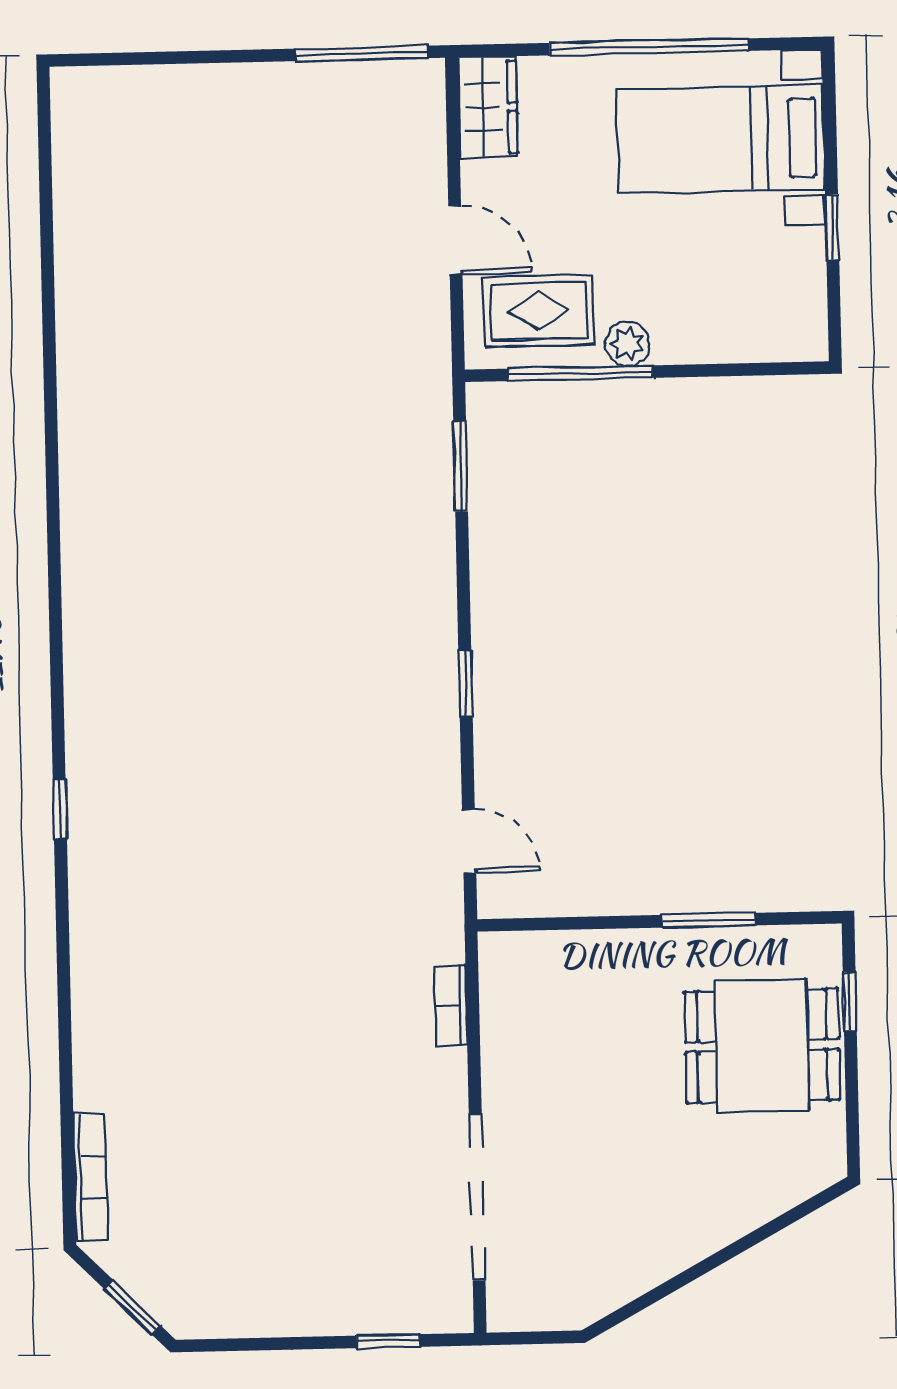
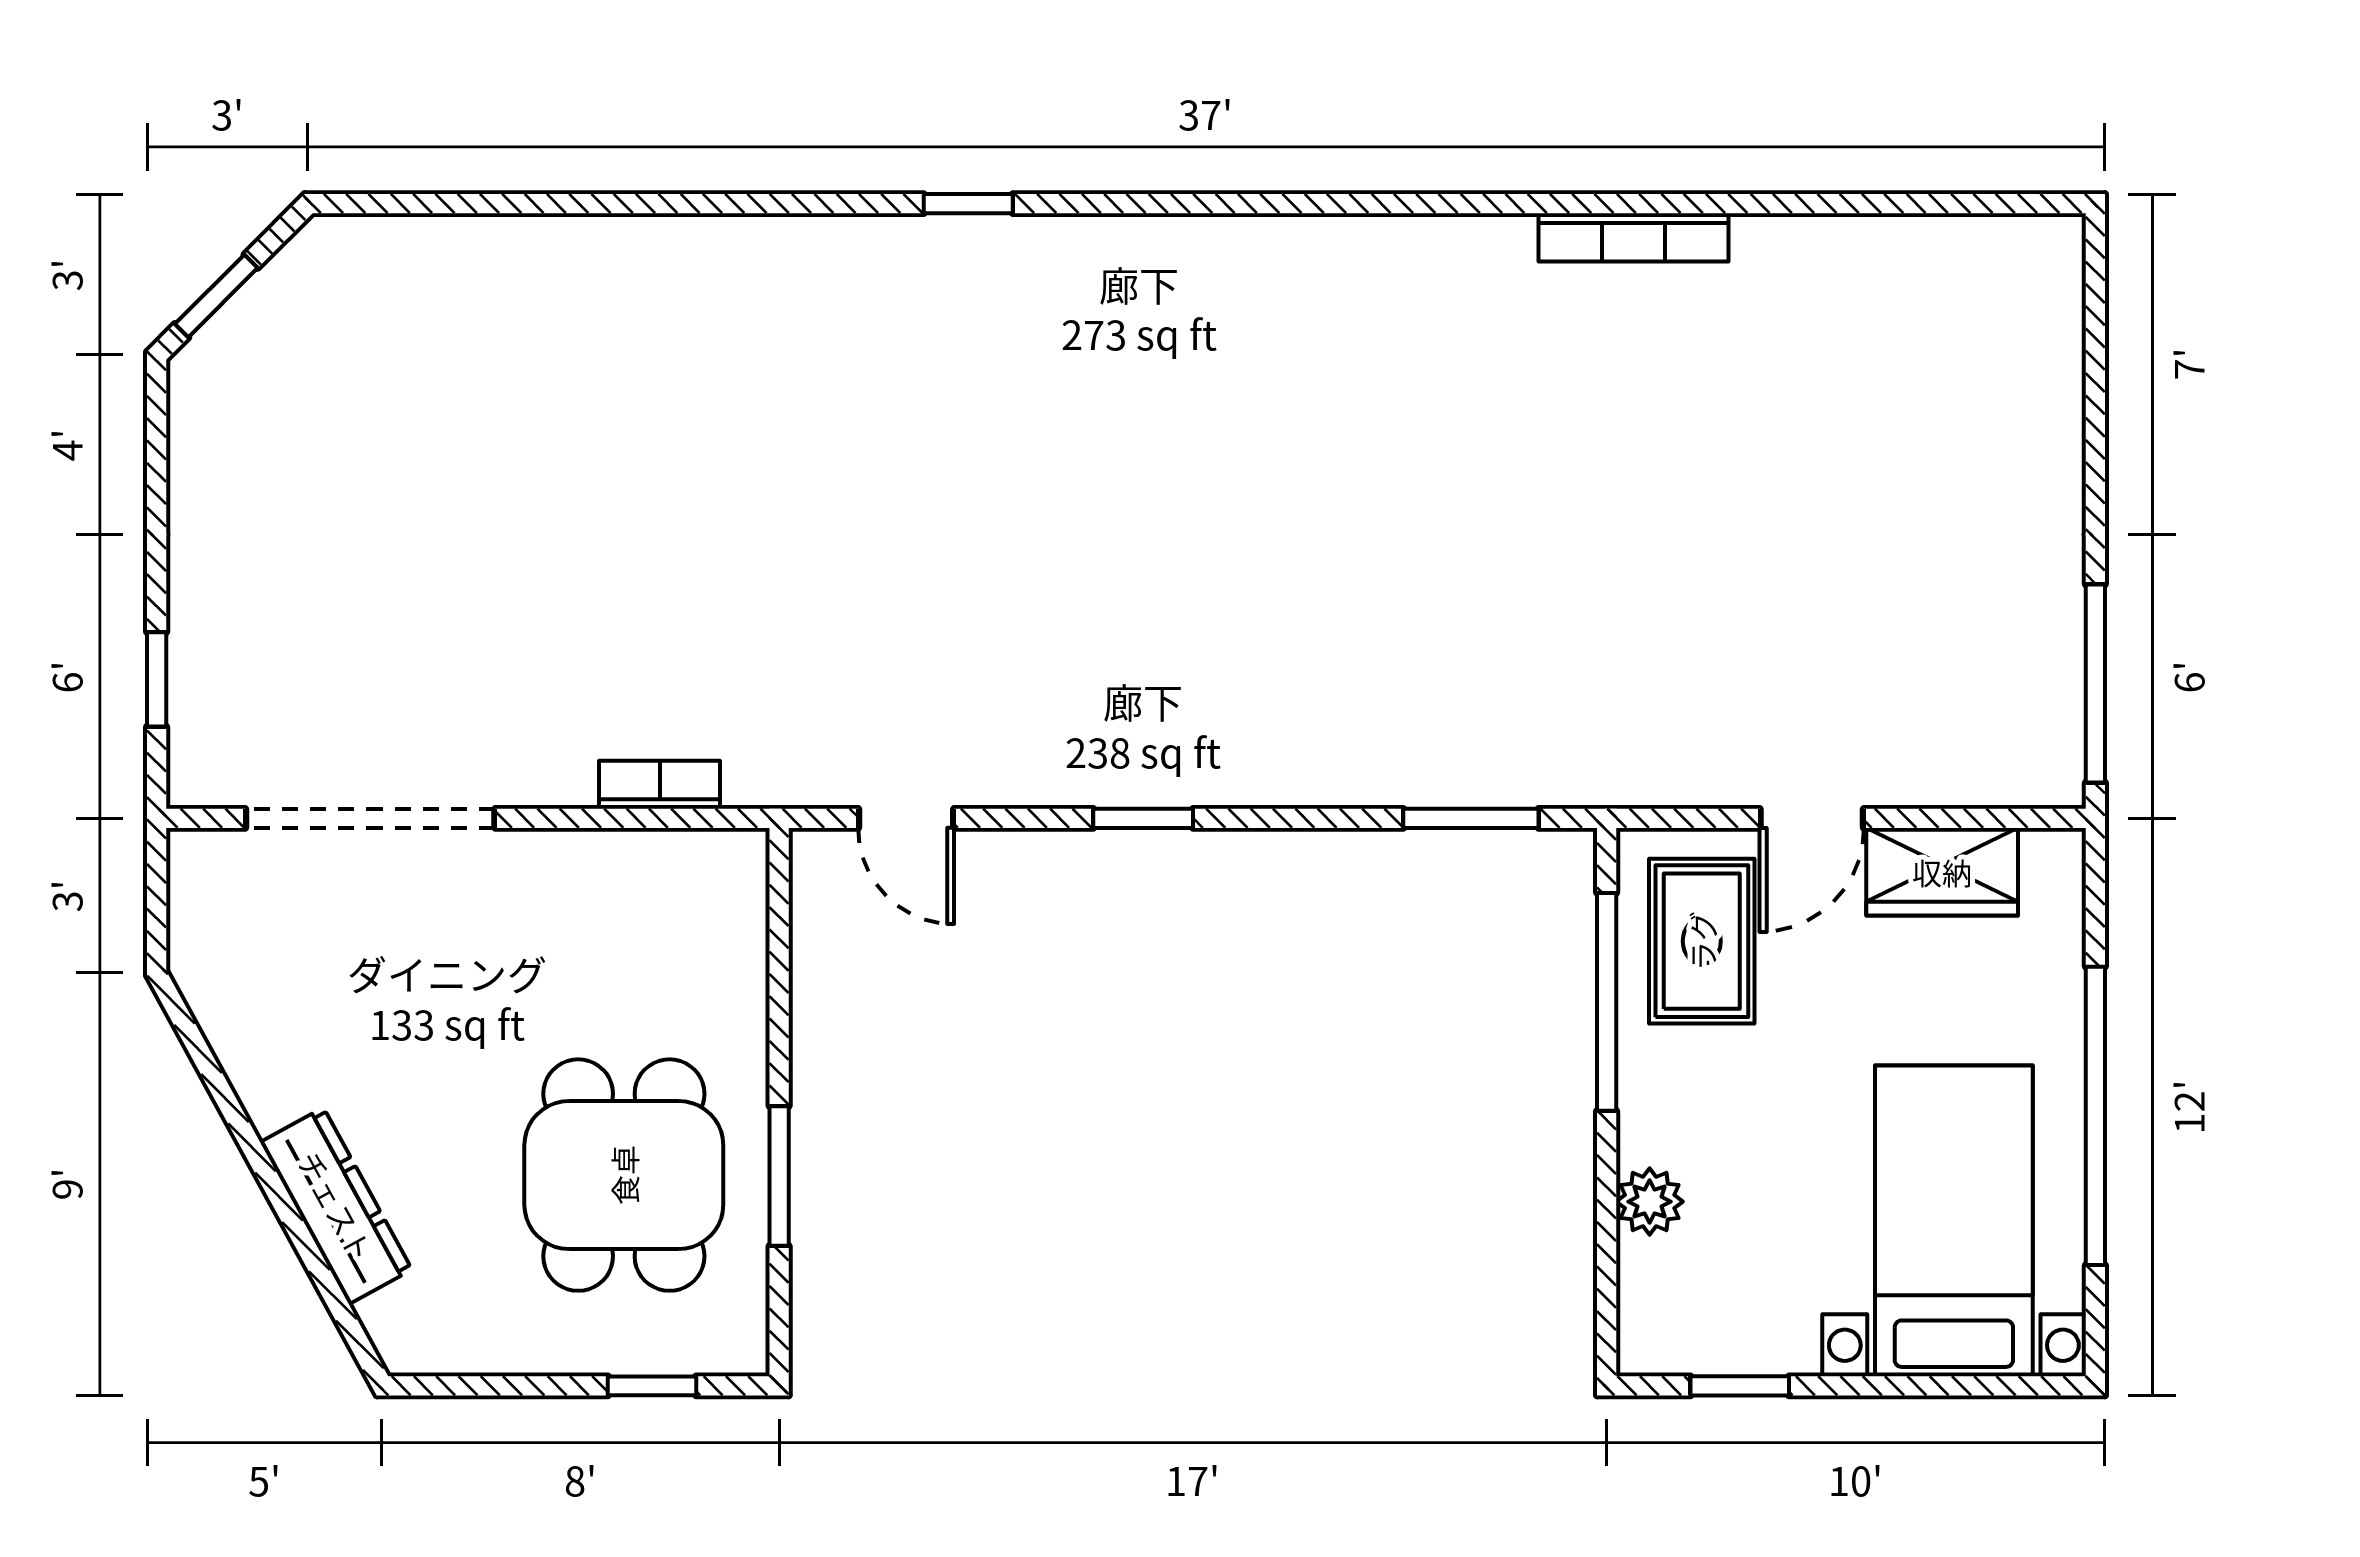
wardrobe: (488, 107) -> (1942, 872), moved
window: (832, 227) -> (1740, 1386), moved
plant: (627, 344) -> (1650, 1202), moved
door: (469, 841) -> (906, 818), hinge flipped
dining table: (762, 1046) -> (624, 1175), moved
bookcase: (91, 1178) -> (1633, 237), moved
dresser: (735, 1214) -> (336, 1206), added

